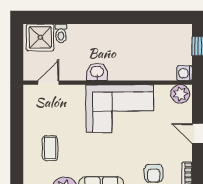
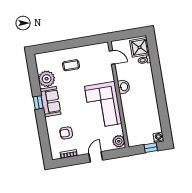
washing machine: (185, 73) -> (159, 137), moved

